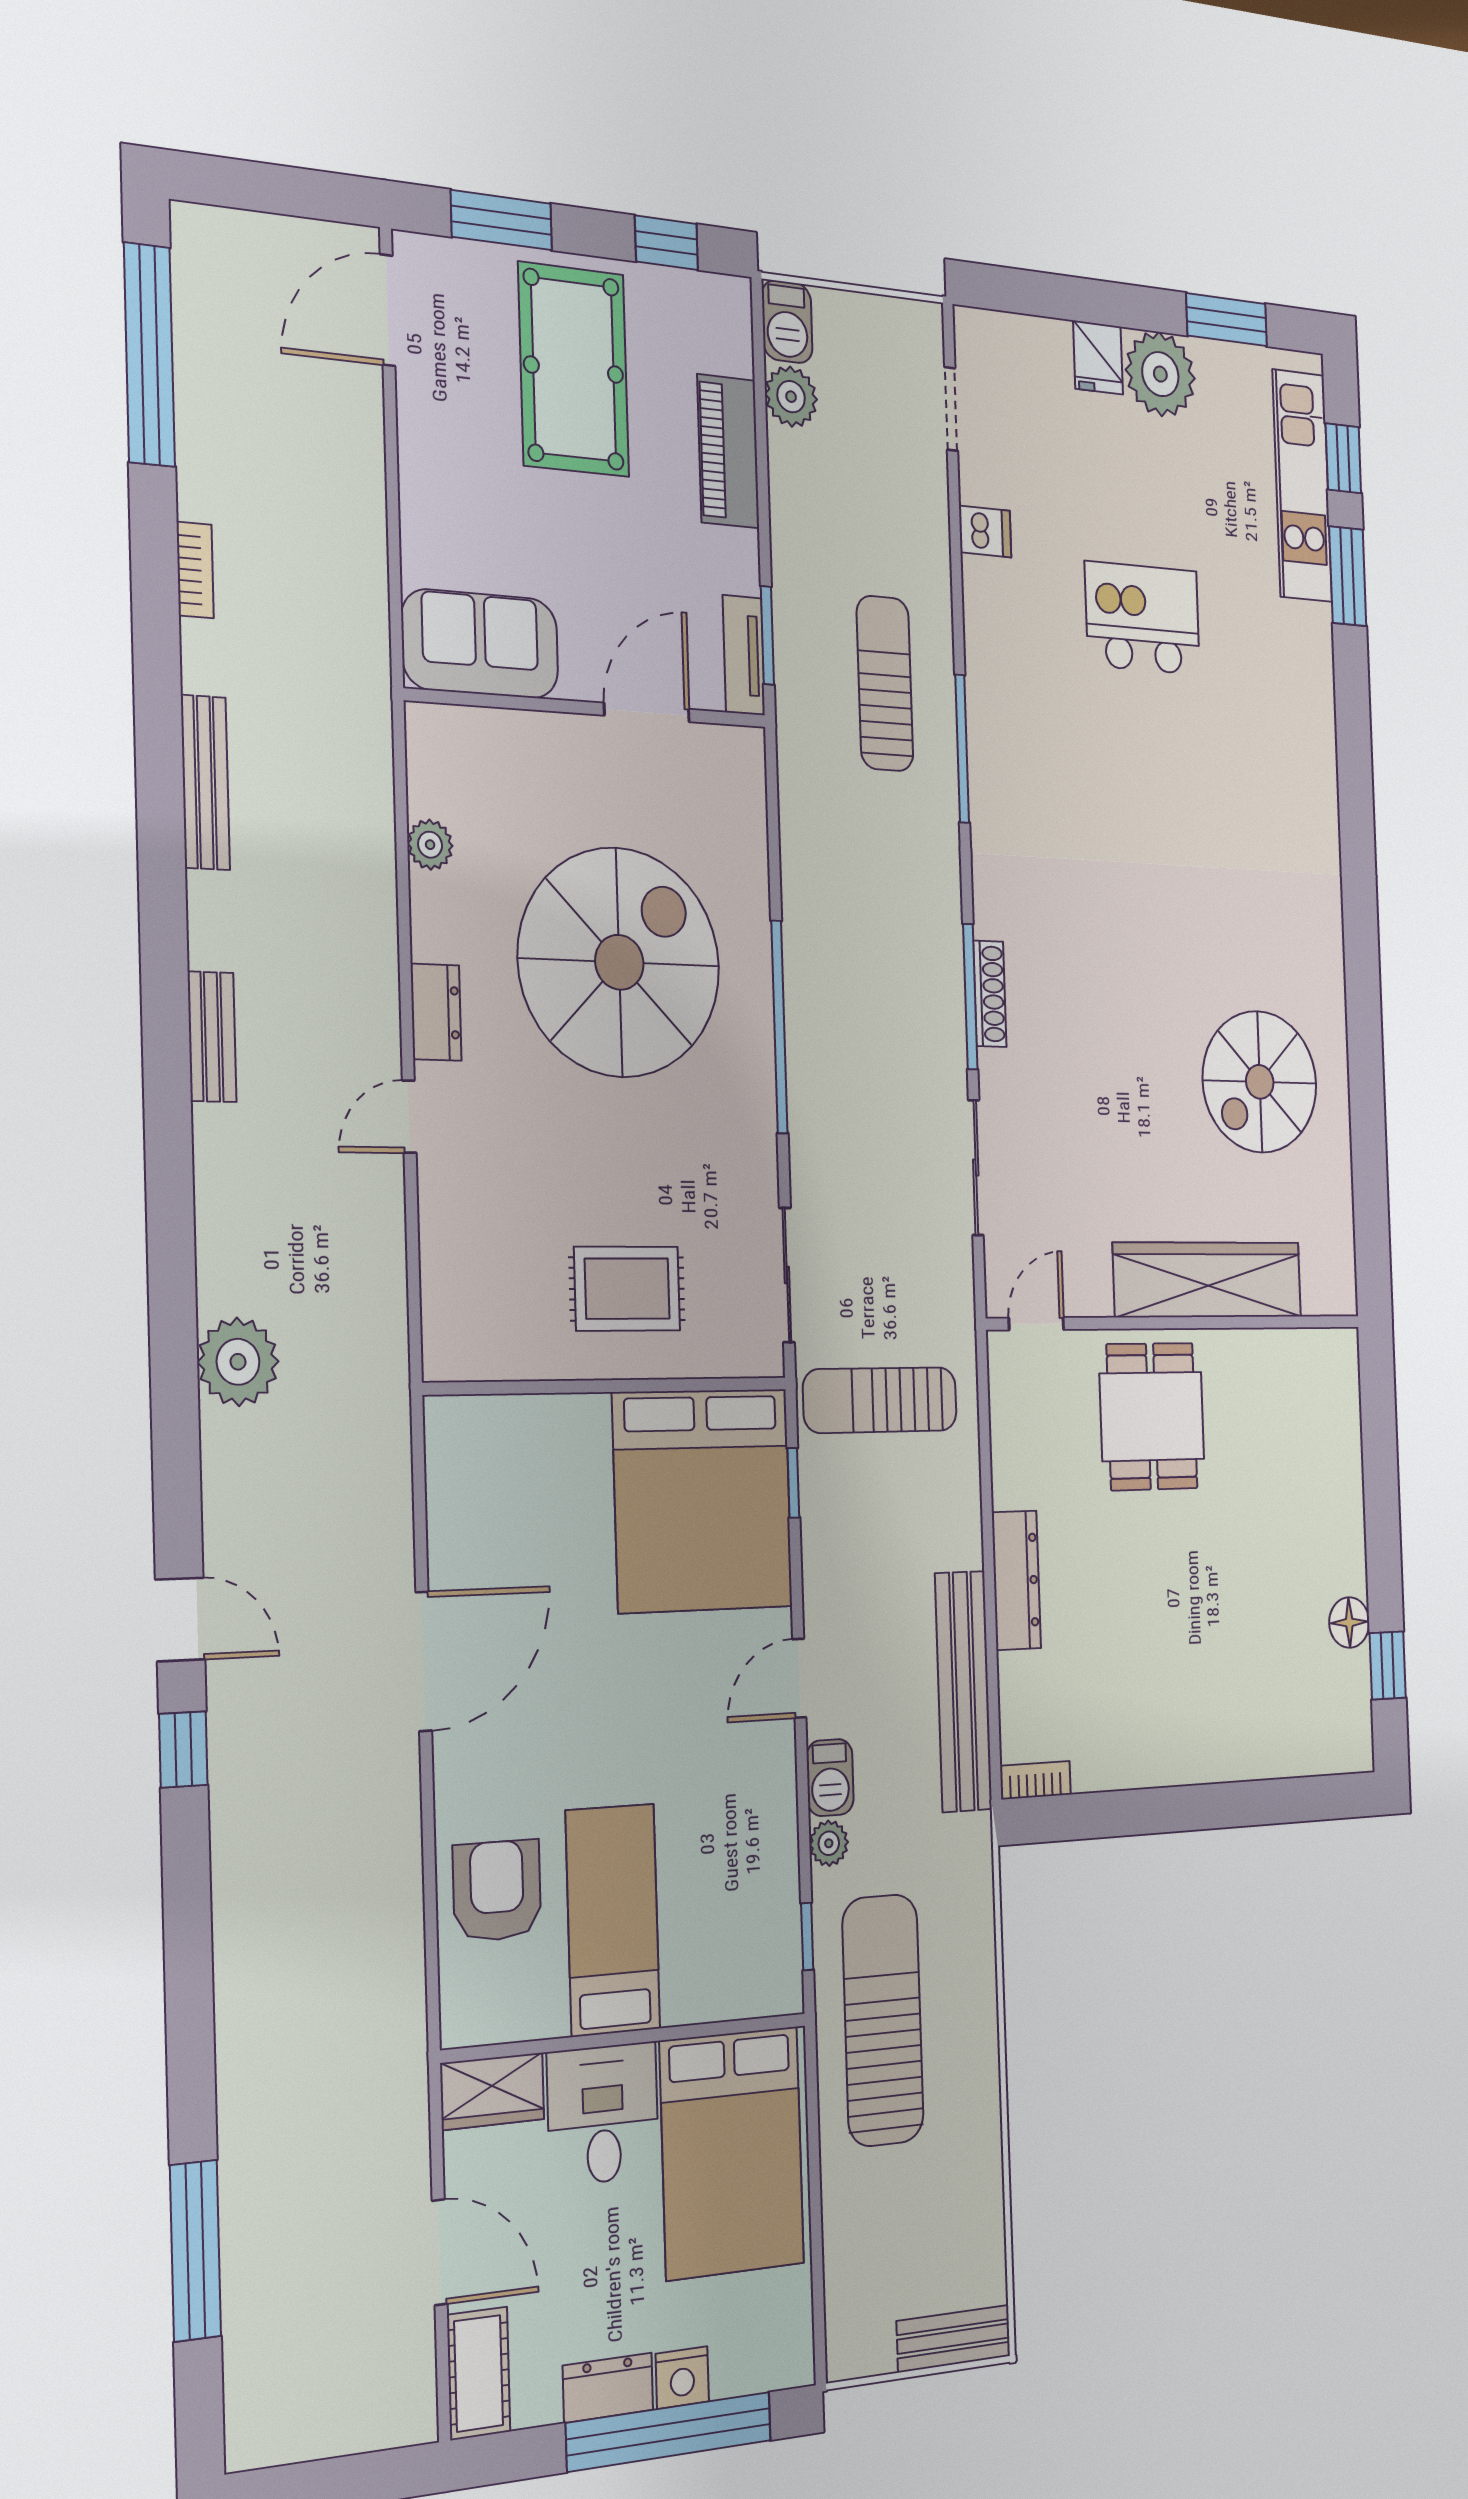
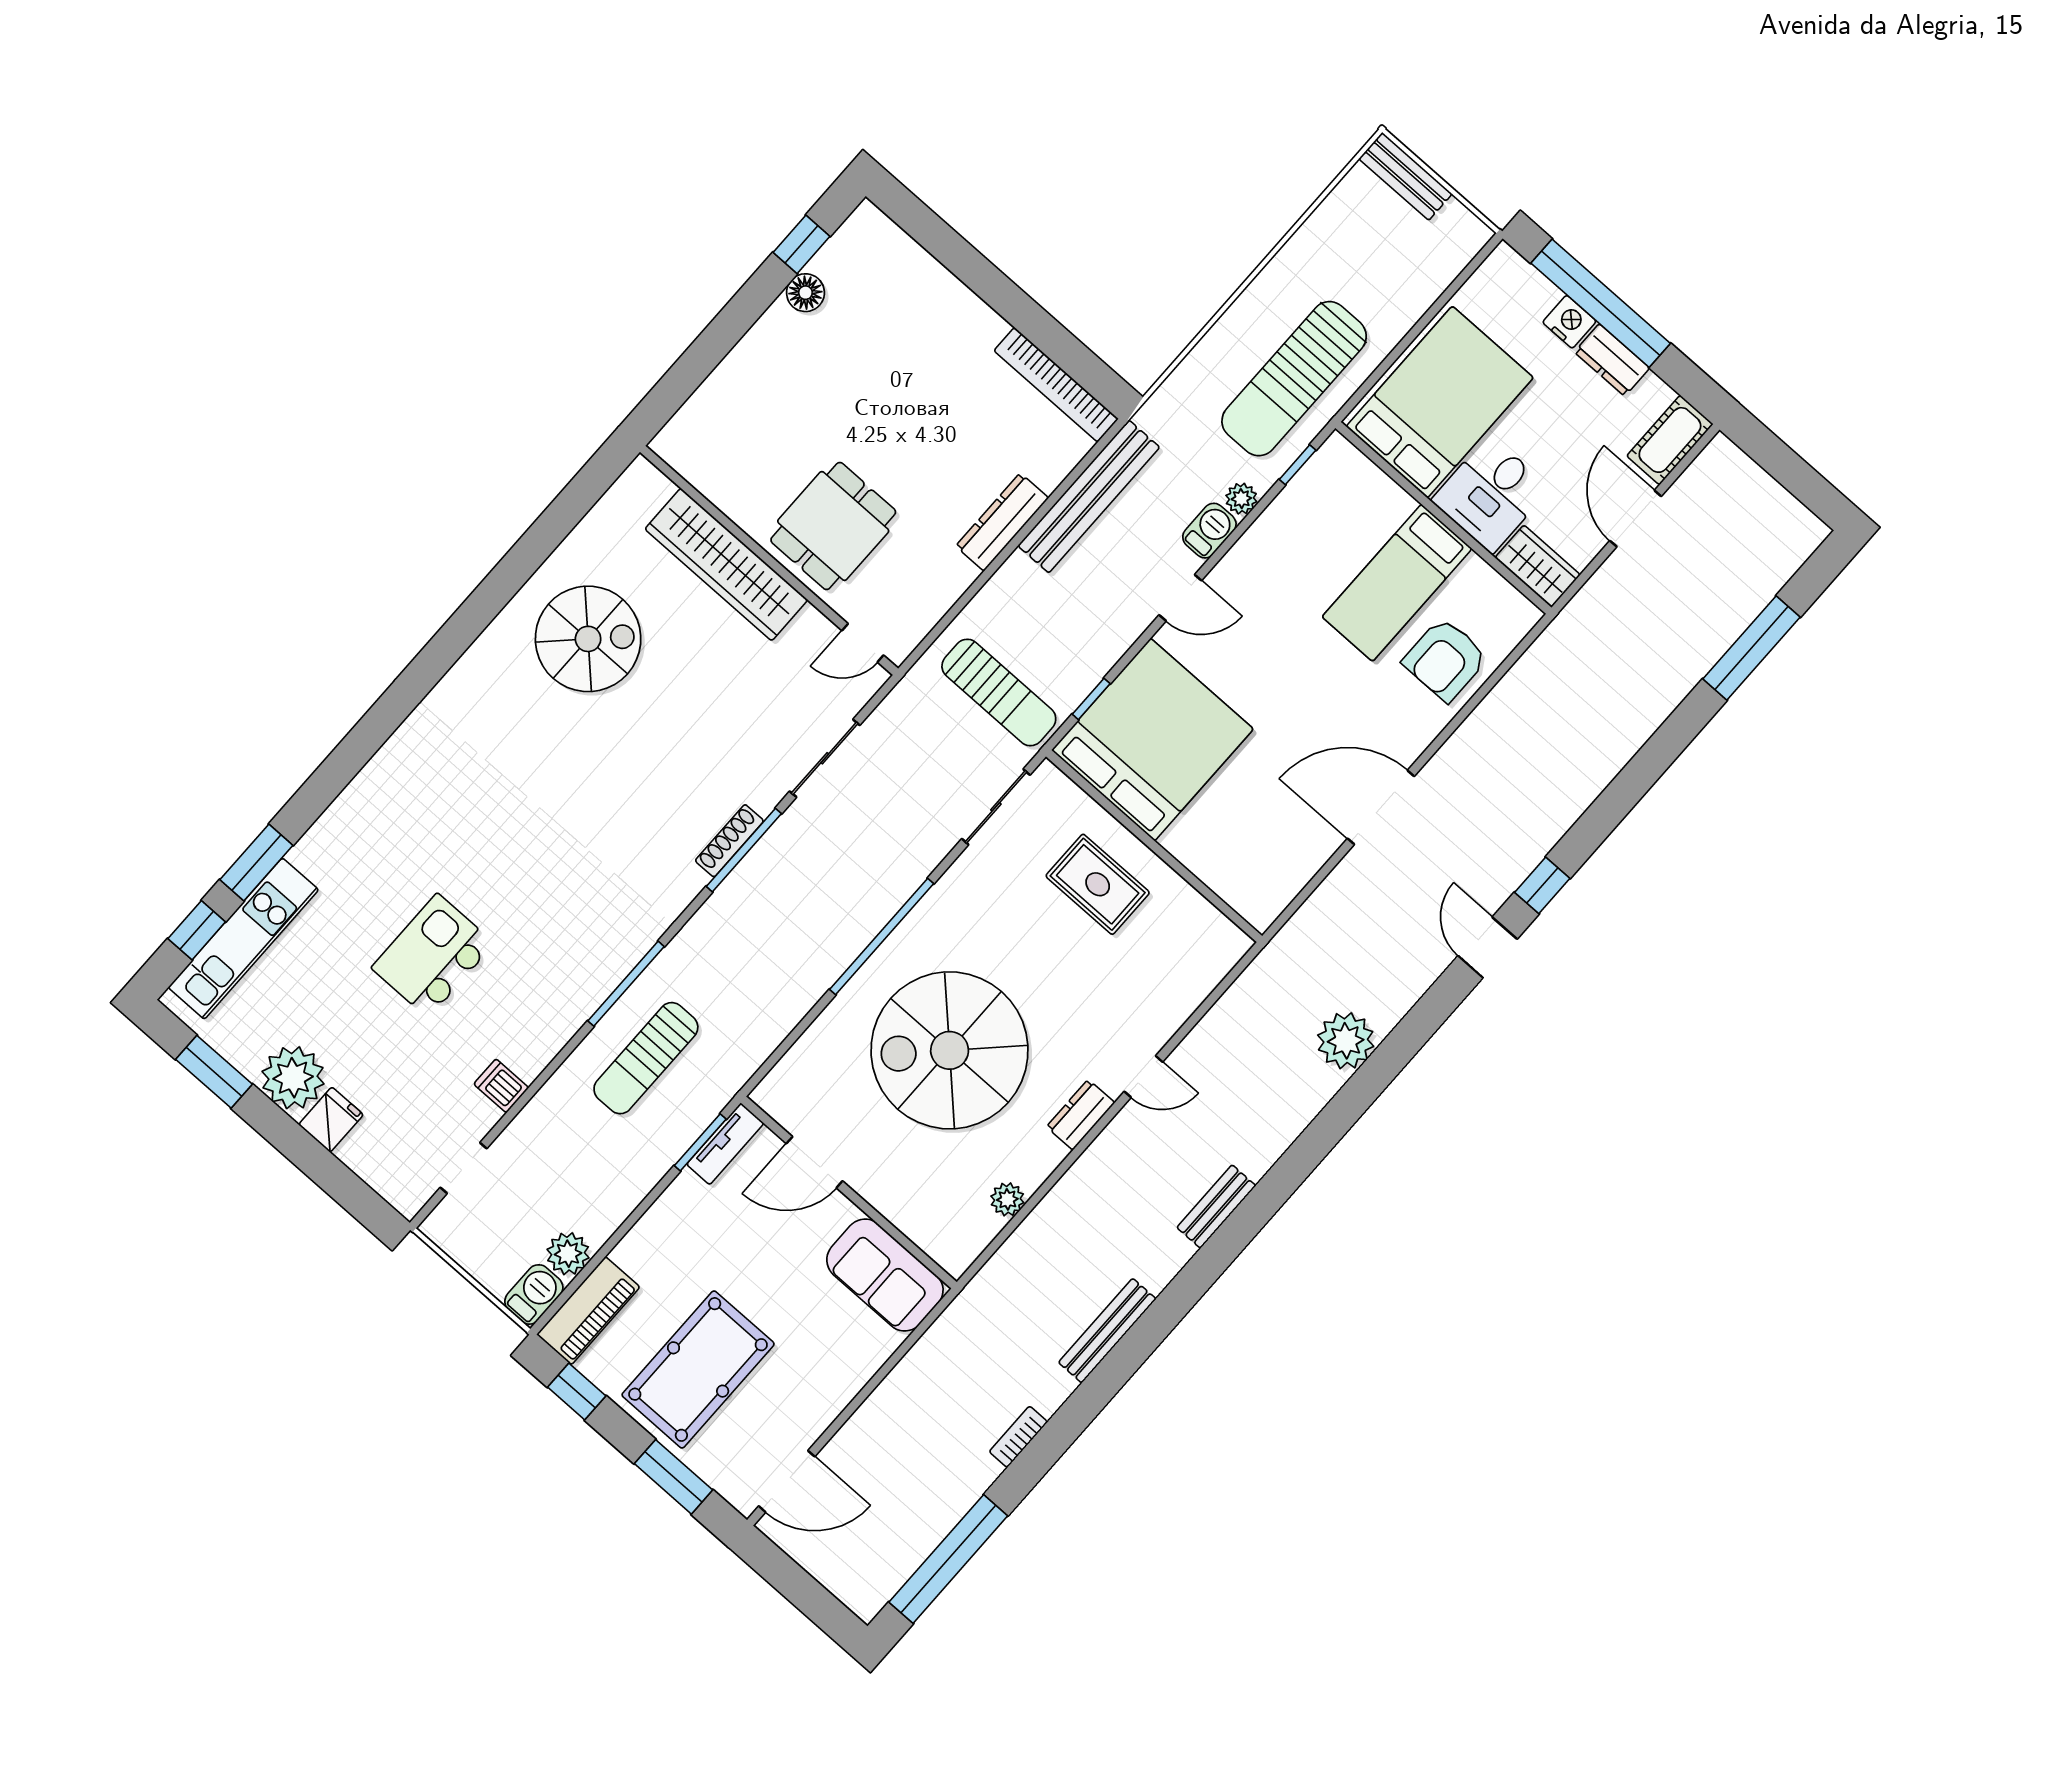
piano: (728, 451) -> (588, 1311), moved
kitchen island: (1143, 618) -> (433, 956), turned 90
bookcase: (1035, 1780) -> (1056, 385), width x2.31, depth x1.31

